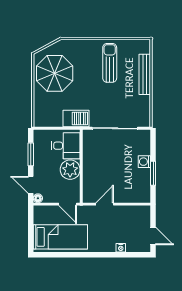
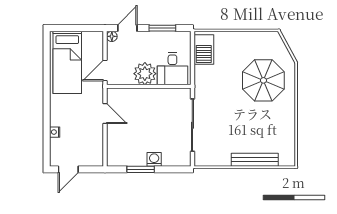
sun lounger: (110, 63) -> (268, 119), removed
parasol: (55, 73) -> (263, 80), moved
barbecue: (76, 119) -> (204, 49), moved

